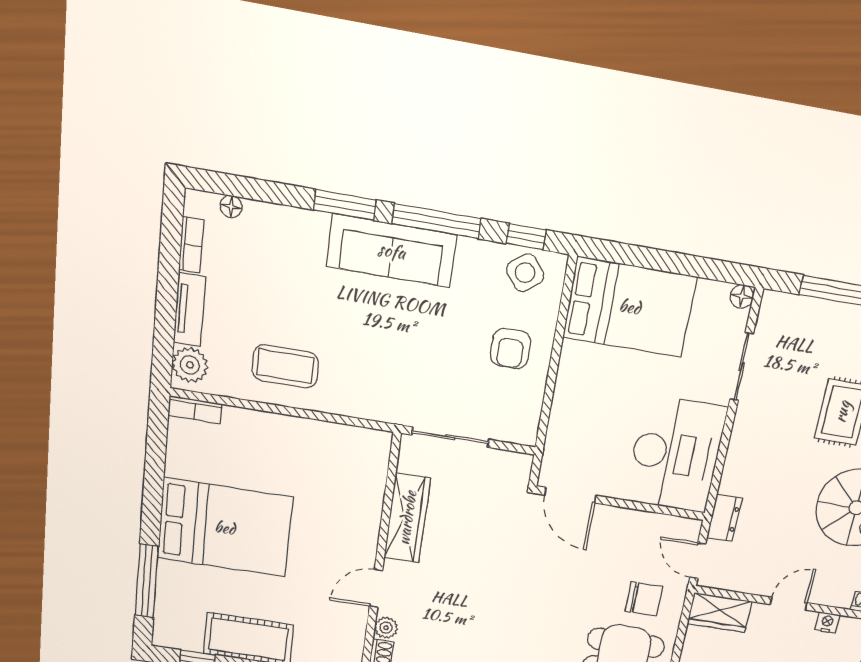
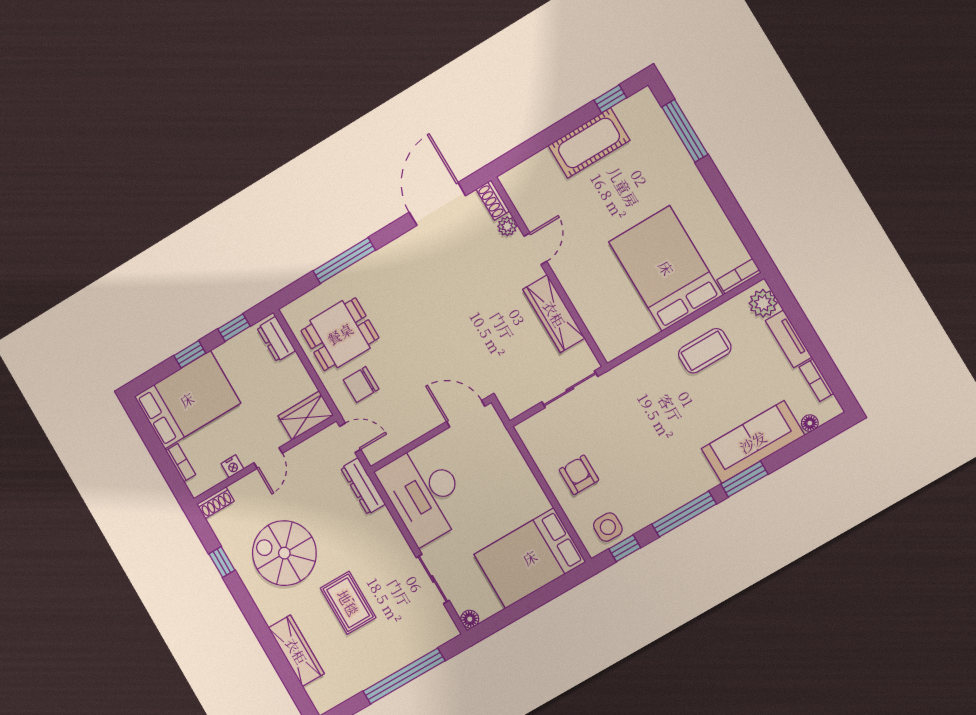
sofa: (392, 251) -> (753, 442), moved
side table: (525, 273) -> (608, 527), turned 37
dresser: (724, 518) -> (363, 486), width x1.44
bed: (225, 528) -> (666, 268), moved, turned 90

